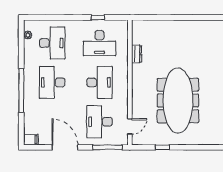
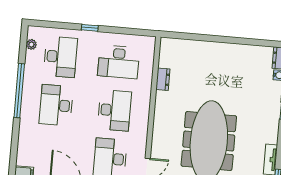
window: (98, 17) -> (90, 28), moved
window: (21, 91) -> (19, 91), moved

